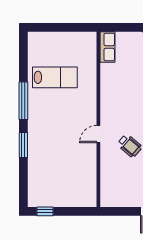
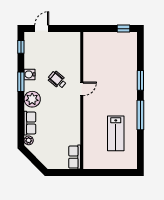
lab bench: (55, 77) -> (116, 133), turned -90

